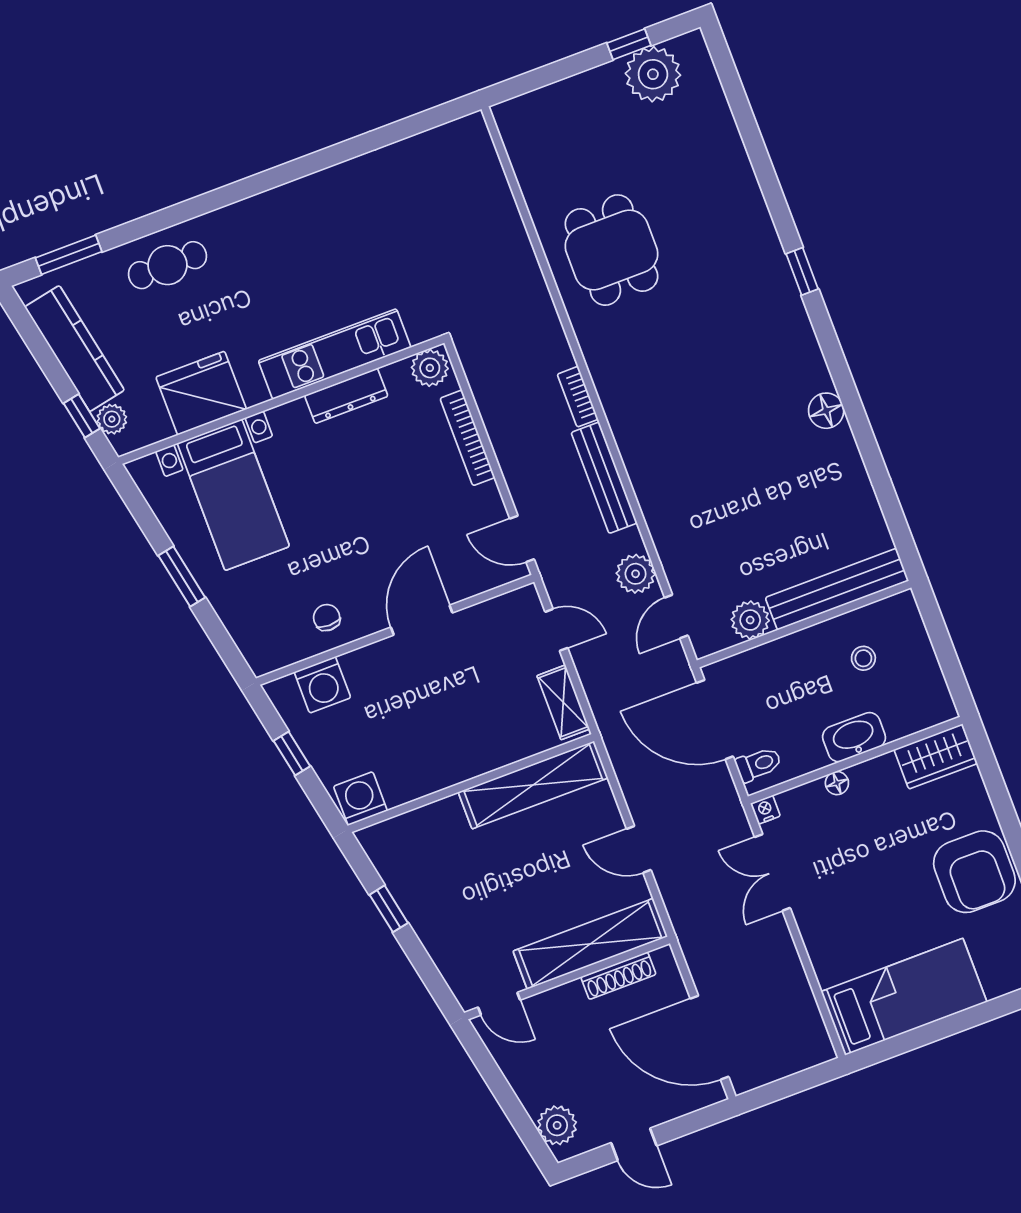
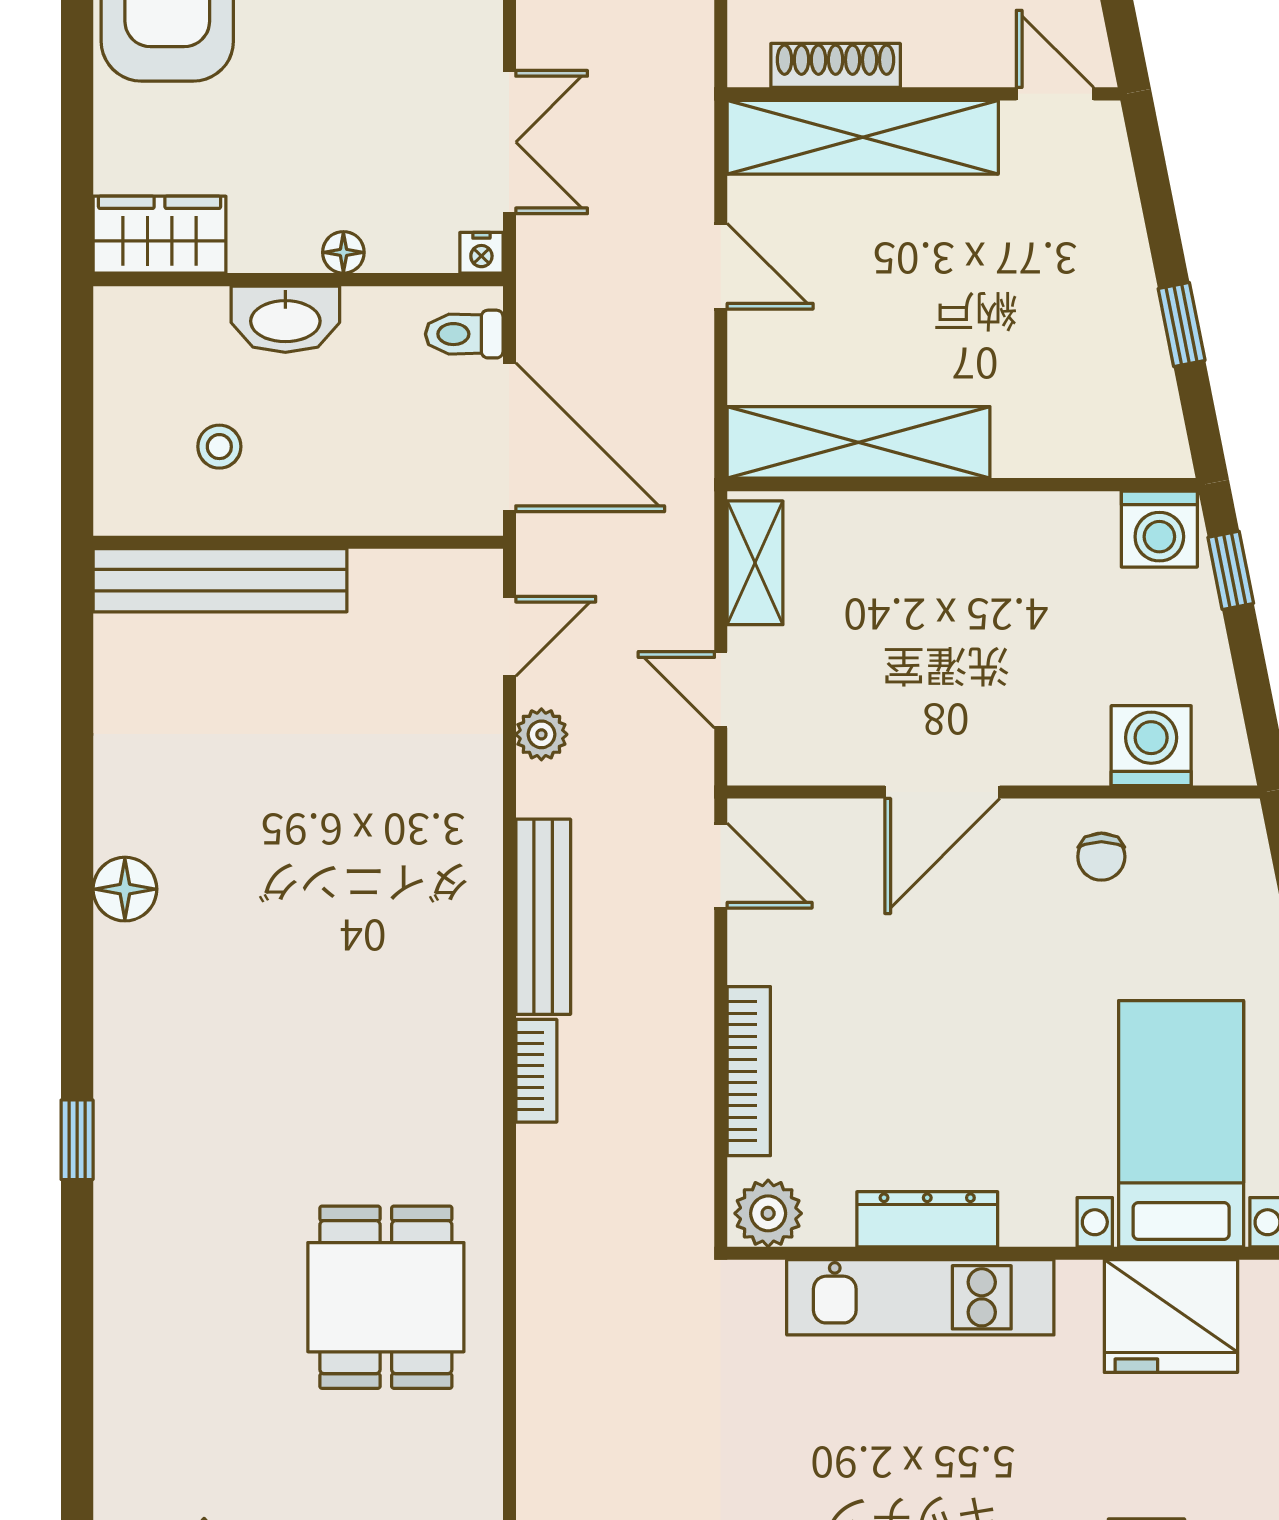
plant: (636, 574) -> (541, 734), width x0.73, depth x0.73
plant: (750, 620) -> (387, 583), removed
window: (292, 753) -> (1231, 570), moved

